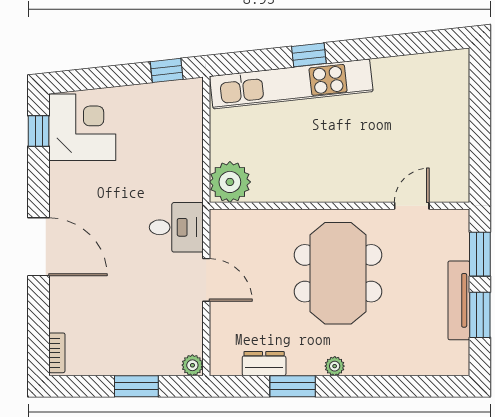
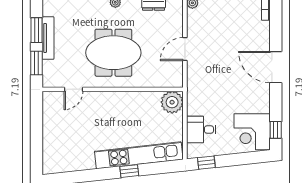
desk: (176, 227) -> (201, 129), moved
meeting table: (338, 273) -> (113, 53), turned 90
door: (206, 280) -> (185, 49), hinge flipped

